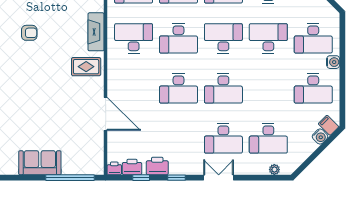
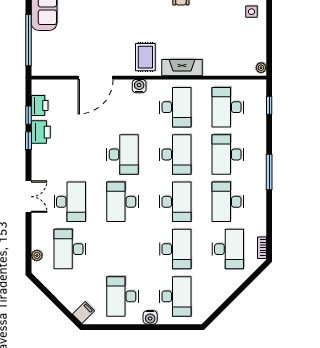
desk: (178, 38) -> (175, 154), turned 180
desk: (313, 38) -> (175, 296), turned 180
desk: (178, 88) -> (122, 154), turned 180
water cooler: (320, 137) -> (139, 86), moved, turned 135
desk: (223, 138) -> (70, 202), turned 180
printer: (114, 168) -> (38, 87), removed
window: (177, 178) -> (28, 141), moved

